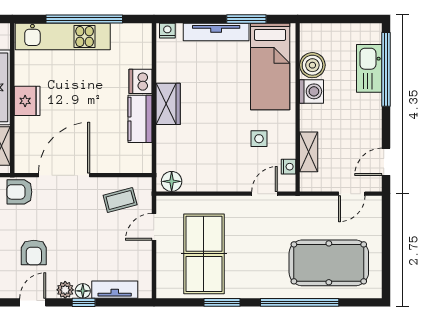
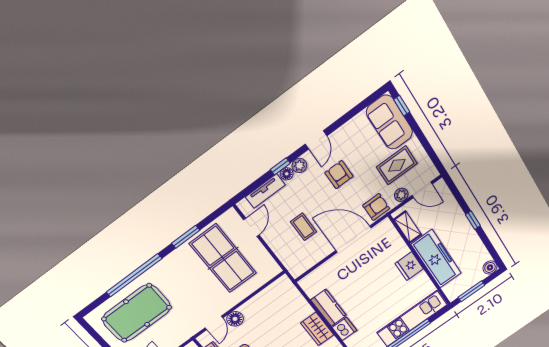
door: (64, 175) -> (353, 239), swing flipped
floor lamp: (172, 181) -> (235, 319), moved
coffee table: (120, 200) -> (303, 227), moved, turned -75
door: (154, 227) -> (251, 227), moved

